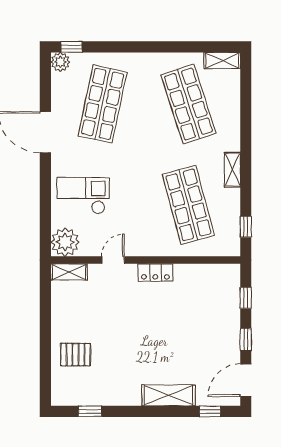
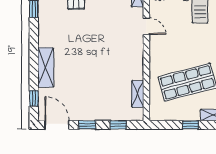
window: (246, 227) -> (191, 125), moved
shelving: (204, 272) -> (138, 94), added
locker: (155, 273) -> (137, 58), removed

